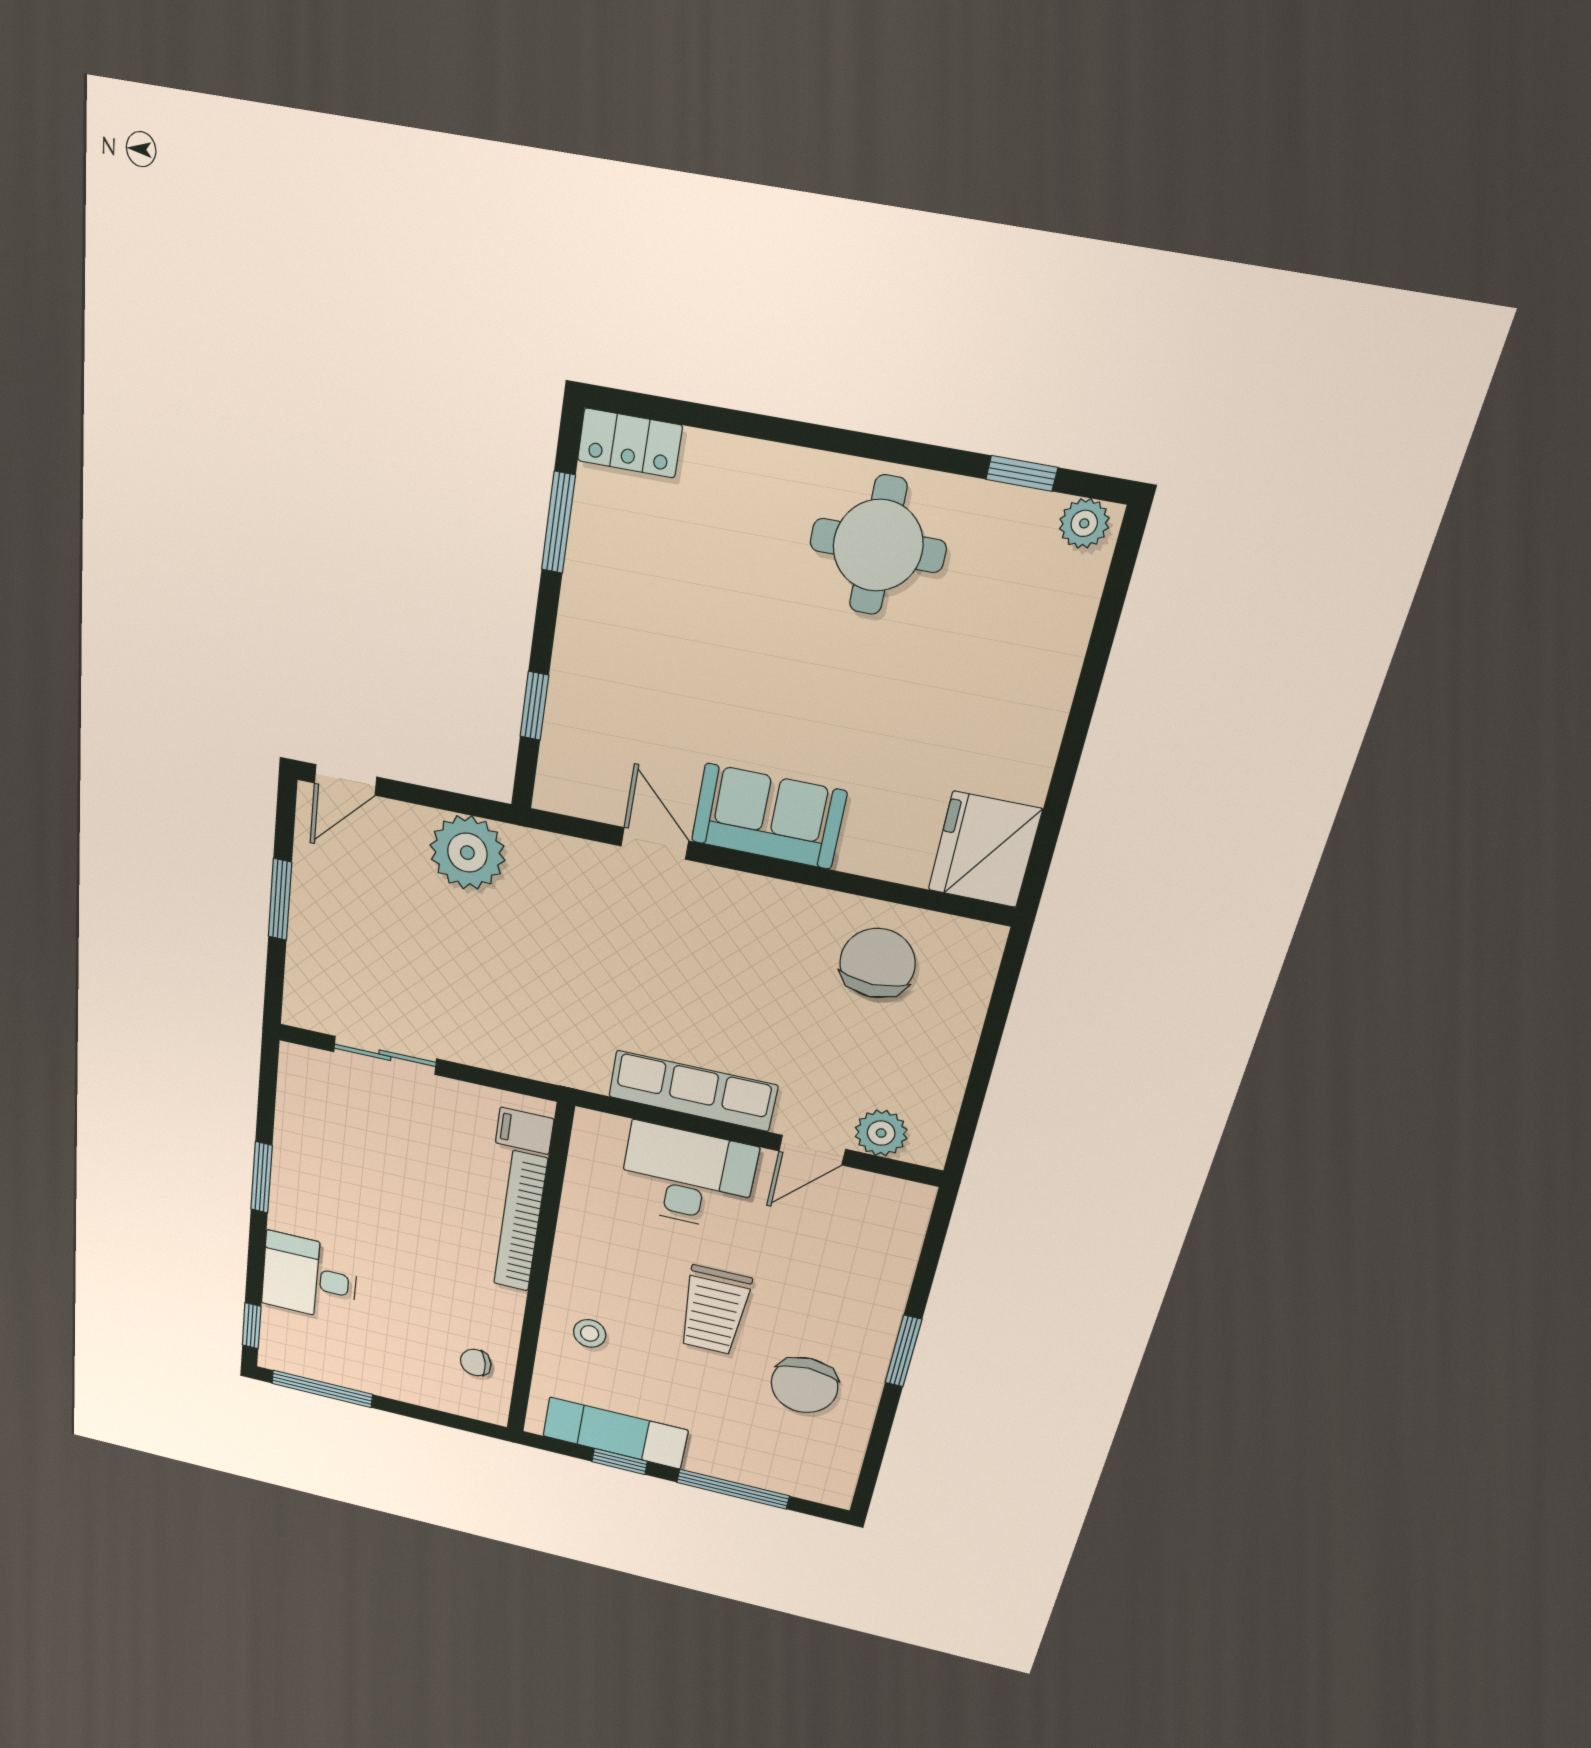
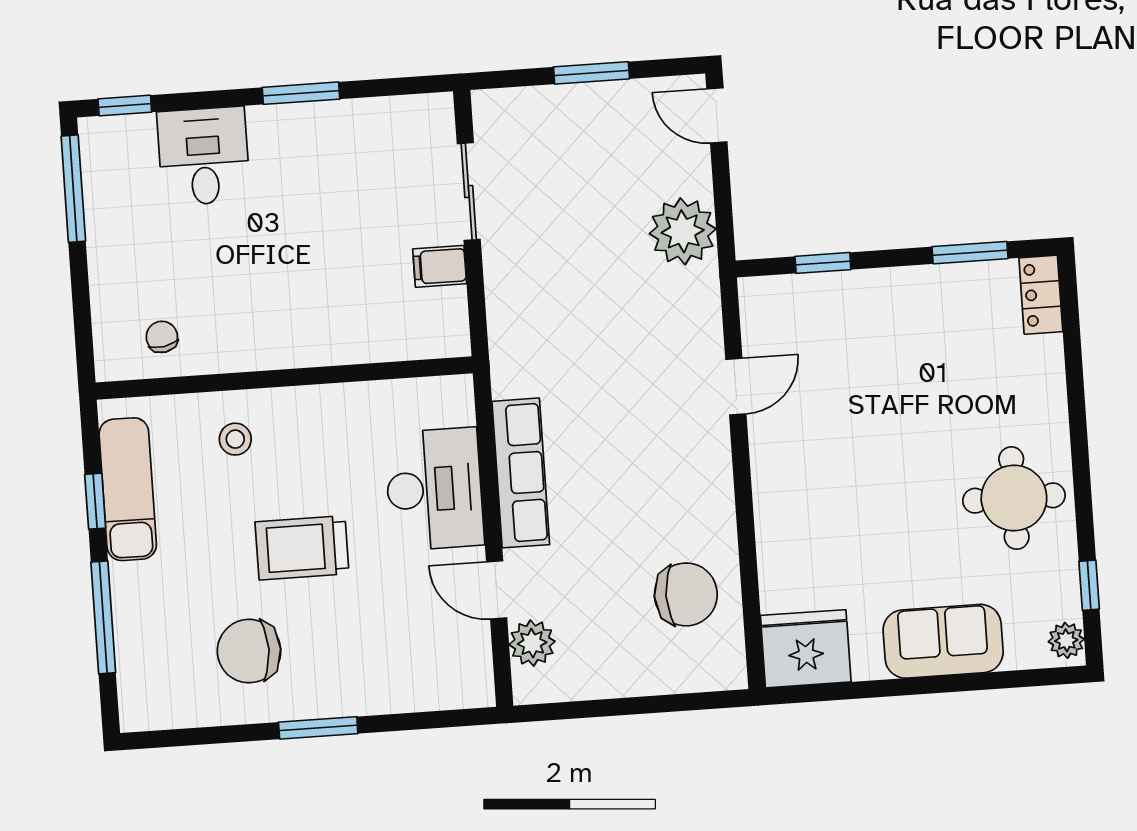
sofa: (769, 816) -> (943, 641), moved, turned -90
filing cabinet: (525, 1131) -> (440, 266), moved, turned -90
bookcase: (520, 1222) -> (336, 349), removed

